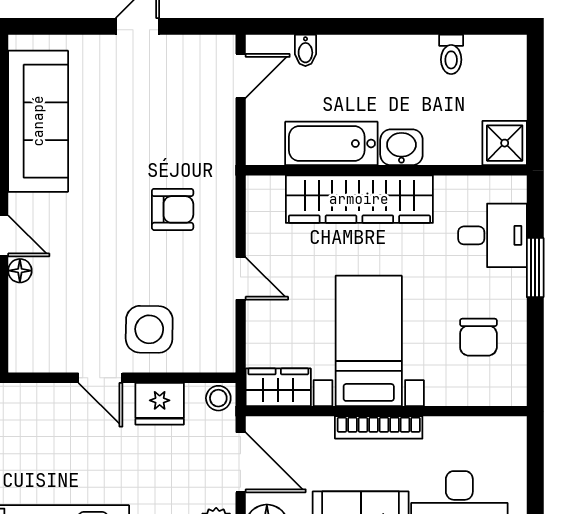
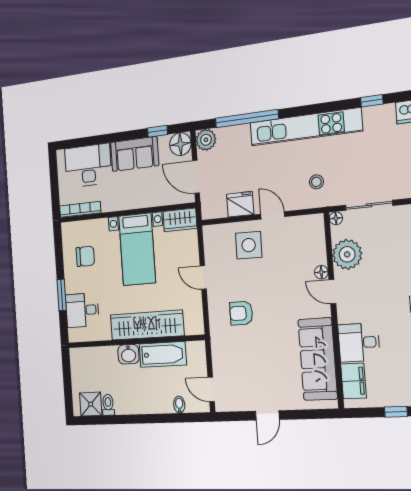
door: (241, 76) -> (211, 389), hinge flipped
shower: (505, 143) -> (91, 404), moved
chair: (478, 337) -> (85, 256), turned 90
stool: (218, 398) -> (316, 182), moved
bookcase: (379, 427) -> (80, 209), moved

